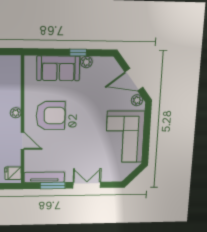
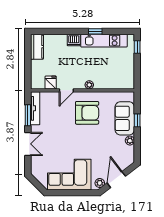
window: (78, 53) -> (137, 120), moved
armchair: (51, 116) -> (87, 113), turned -90
fridge: (13, 173) -> (51, 82), moved

